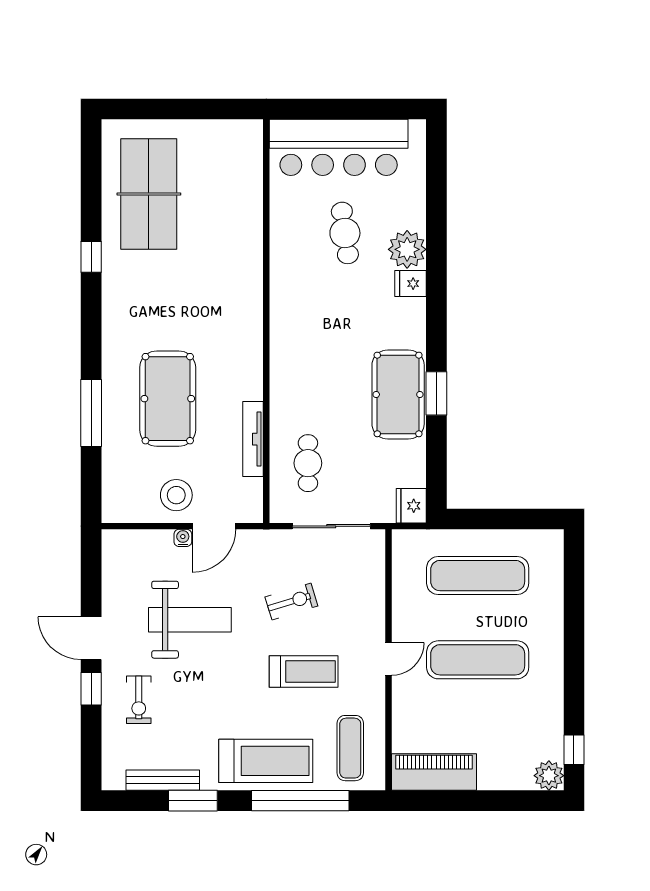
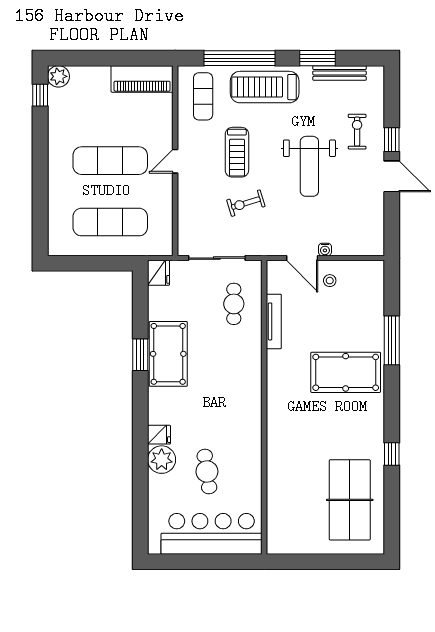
pool table: (168, 399) -> (346, 372), moved, turned 90
stool: (176, 495) -> (330, 281), width x0.53, depth x0.53
door: (214, 526) -> (302, 258), swing flipped
weight bench: (190, 620) -> (309, 166), moved, turned -90
treadmill: (304, 671) -> (237, 152), turned -90

